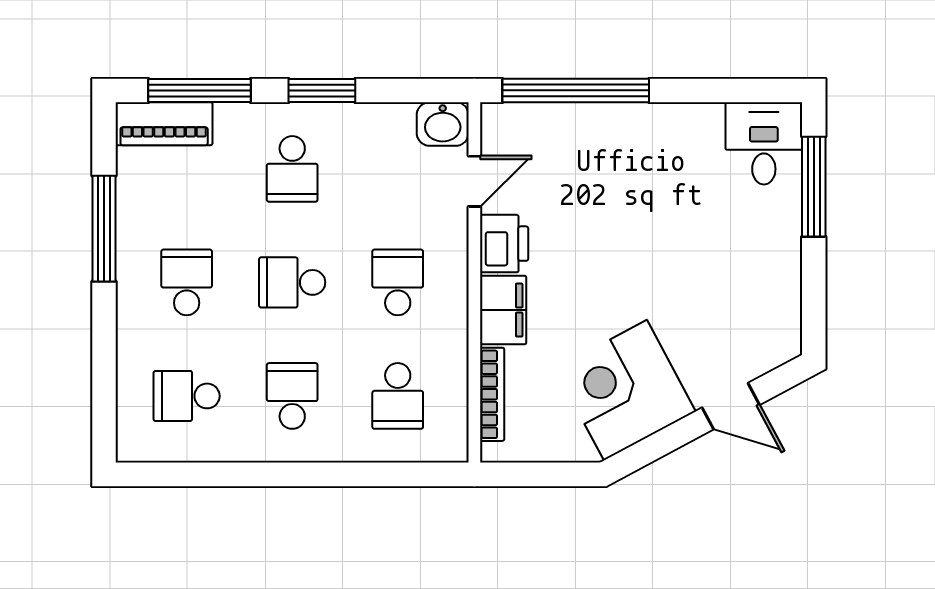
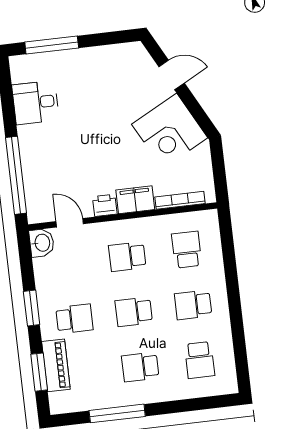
window: (199, 90) -> (39, 372), width x0.69
piano: (164, 124) -> (56, 365), moved
desk: (764, 143) -> (35, 102), moved
printer: (504, 244) -> (105, 205), width x0.73, depth x0.81
school desk: (292, 282) -> (134, 312), turned 90
school desk: (398, 396) -> (187, 250), turned -90
door: (731, 406) -> (172, 75), hinge flipped

